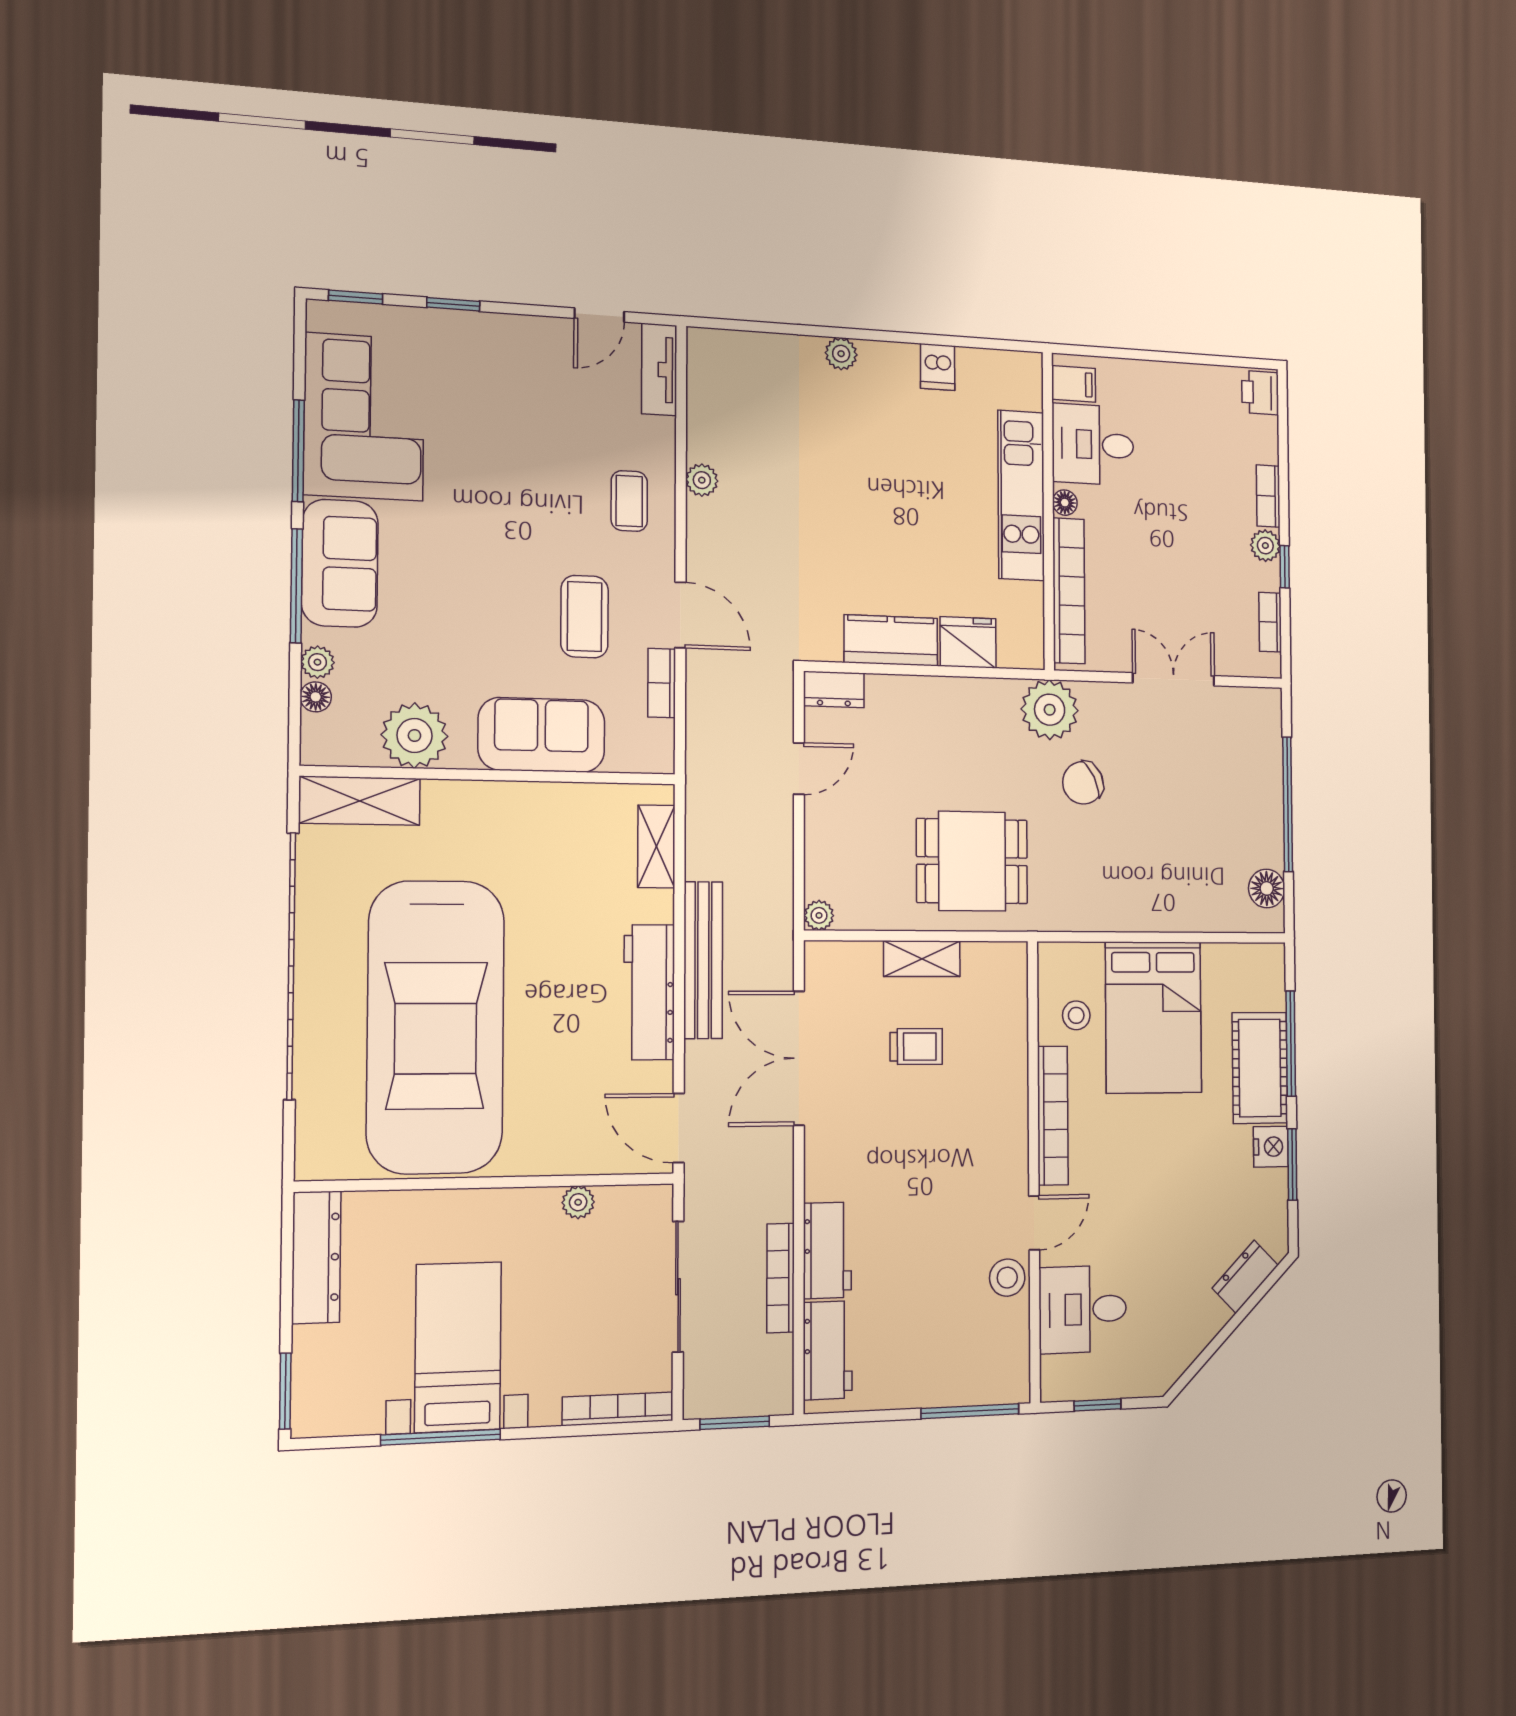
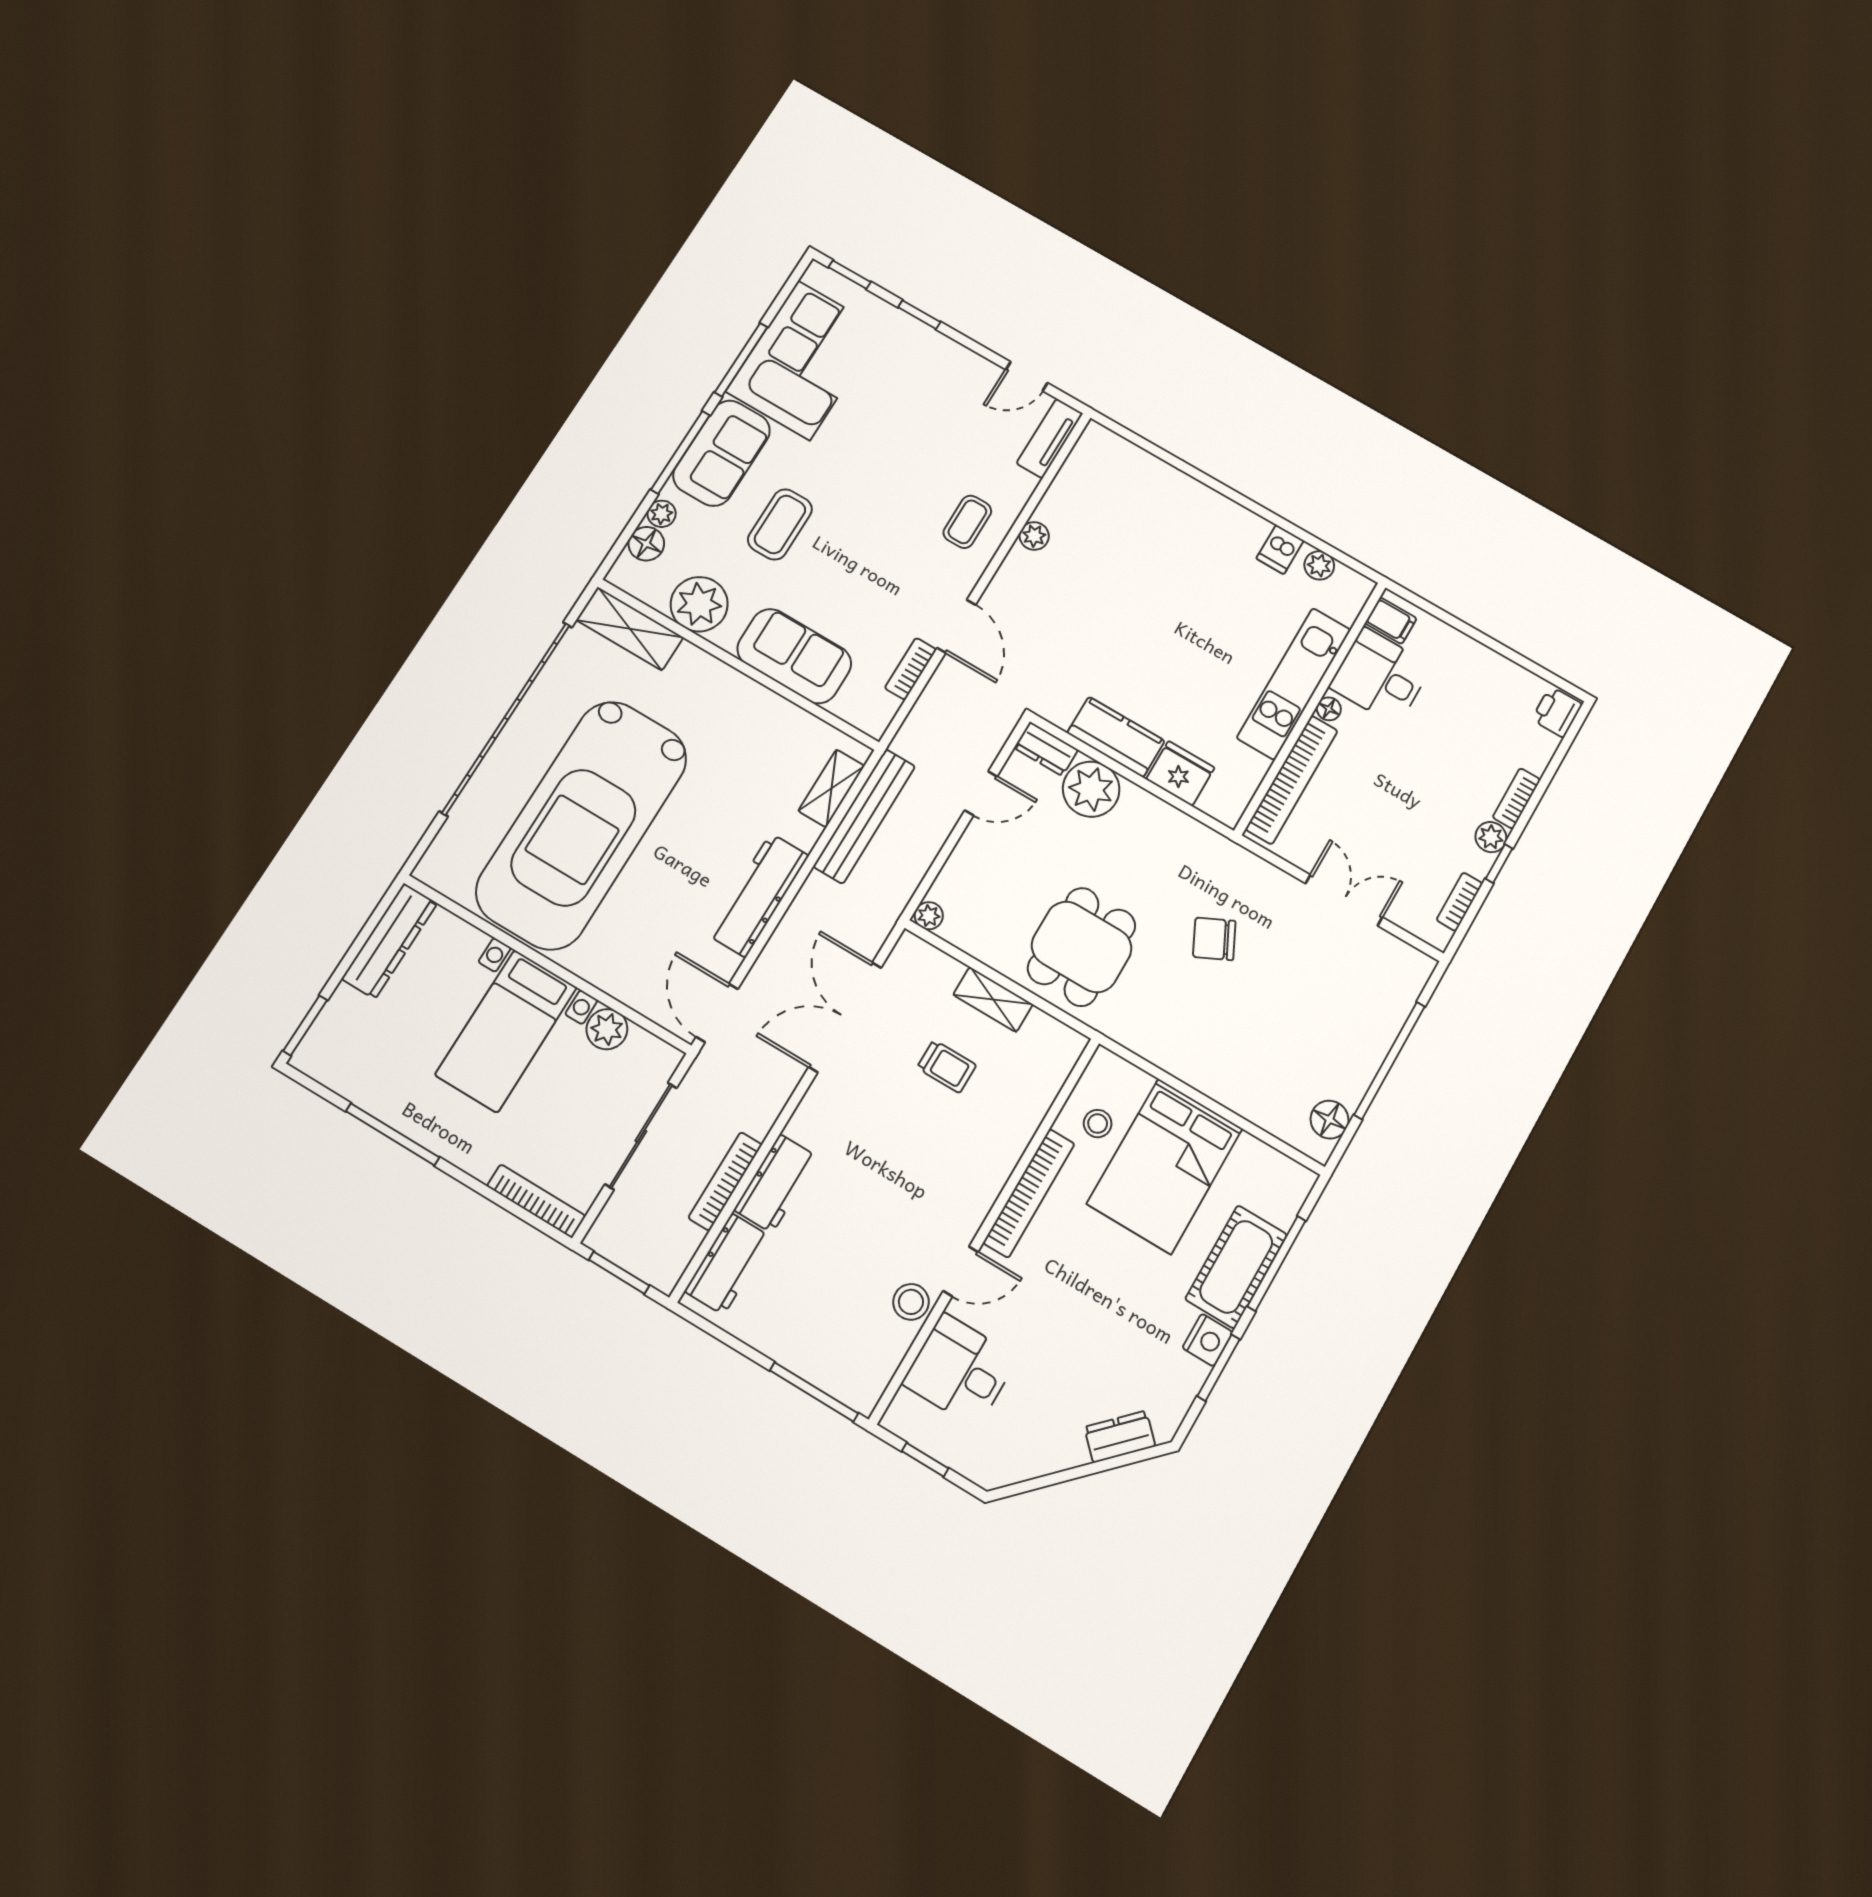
plant: (841, 354) -> (1319, 565), moved
coffee table: (584, 617) -> (780, 524), moved
floor lamp: (316, 697) -> (646, 544), width x1.37, depth x1.37
plant: (1050, 710) -> (1091, 789), moved
dining table: (972, 861) -> (1082, 947), turned 90
bench: (703, 960) -> (864, 816), moved
plant: (578, 1202) -> (607, 1029), width x1.38, depth x1.38
bed with nightstands: (458, 1347) -> (506, 1031), moved, turned 180

